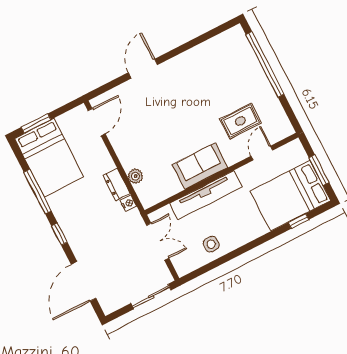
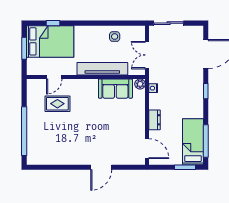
door: (97, 122) -> (147, 149), swing flipped
bed: (49, 158) -> (193, 142), width x0.67
sofa: (200, 166) -> (115, 89), moved
plant: (135, 176) -> (140, 84), moved
dresser: (116, 184) -> (154, 120), moved
window: (38, 191) -> (206, 141), moved

